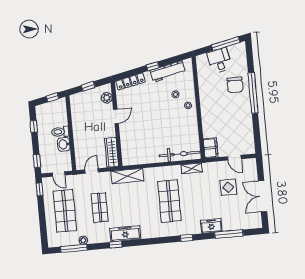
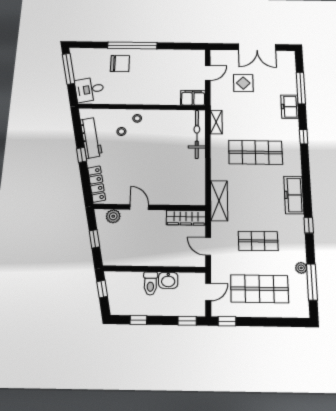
desk: (219, 60) -> (89, 89), moved
freezer: (125, 234) -> (294, 195), moved

